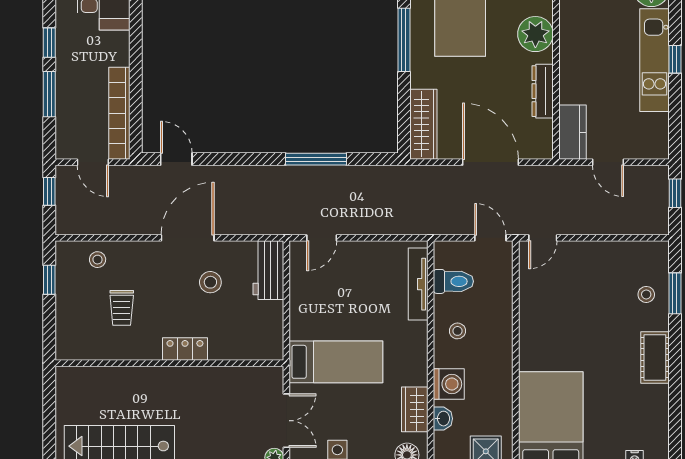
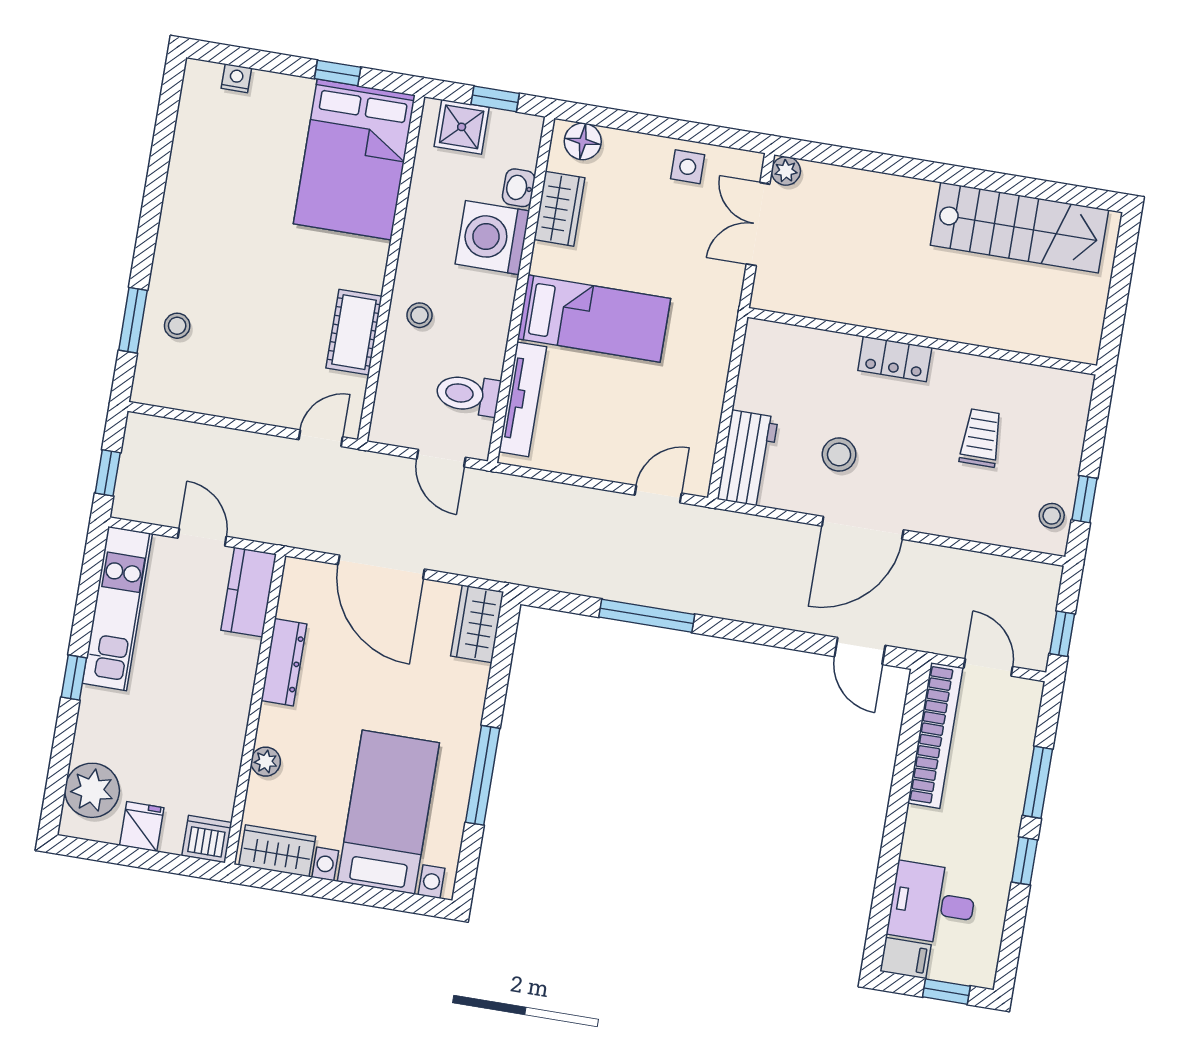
plant: (535, 34) -> (266, 762), width x0.53, depth x0.53
kitchen unit: (654, 60) -> (117, 608), moved
wardrobe: (423, 124) -> (477, 624), width x0.67
door: (490, 238) -> (441, 458), moved
stool: (98, 260) -> (1052, 516), moved
stool: (457, 331) -> (419, 315), moved
cot: (655, 357) -> (354, 332), moved
bed: (336, 362) -> (594, 319), moved, turned 180
washing machine: (449, 384) -> (492, 238), width x1.37, depth x1.37

